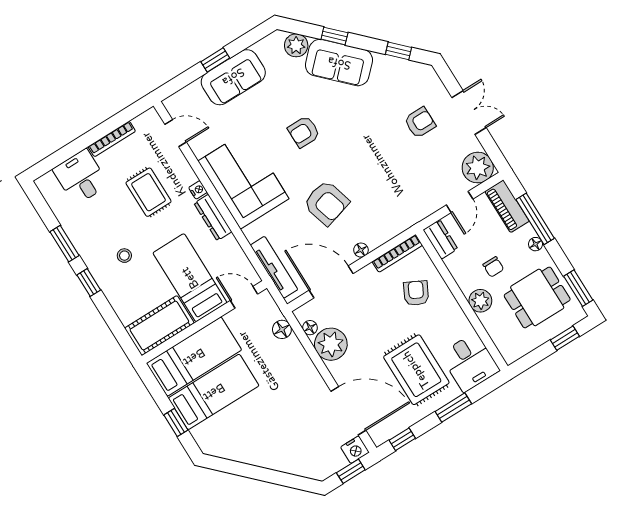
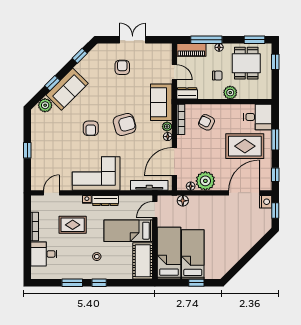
sofa: (233, 77) -> (161, 102), moved, turned 180
plant: (478, 168) -> (167, 127), moved, width x0.53, depth x0.53
armchair: (326, 203) -> (125, 125), moved

